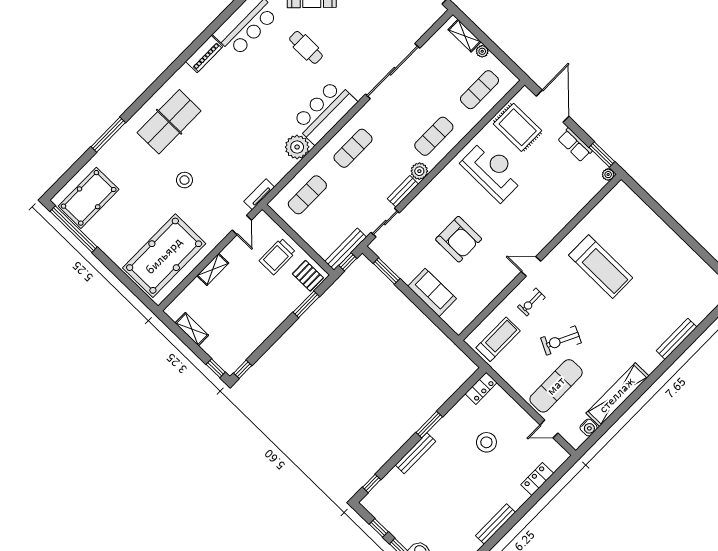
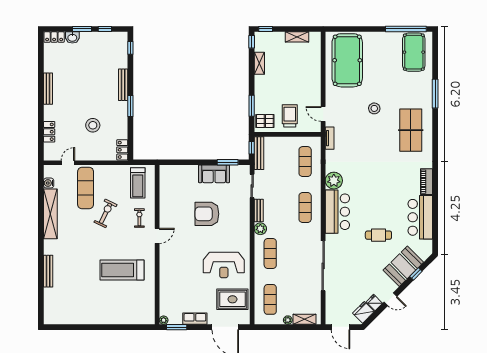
shelving: (213, 269) -> (259, 63), moved
sofa: (432, 292) -> (214, 174), moved

